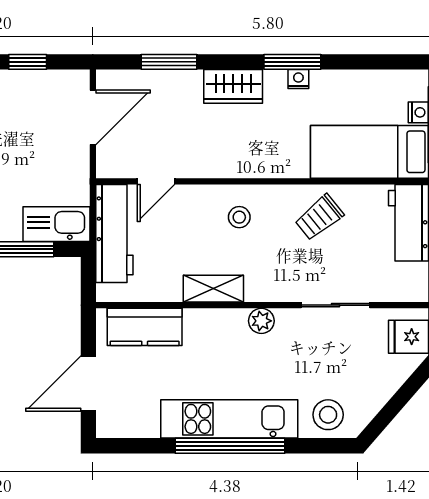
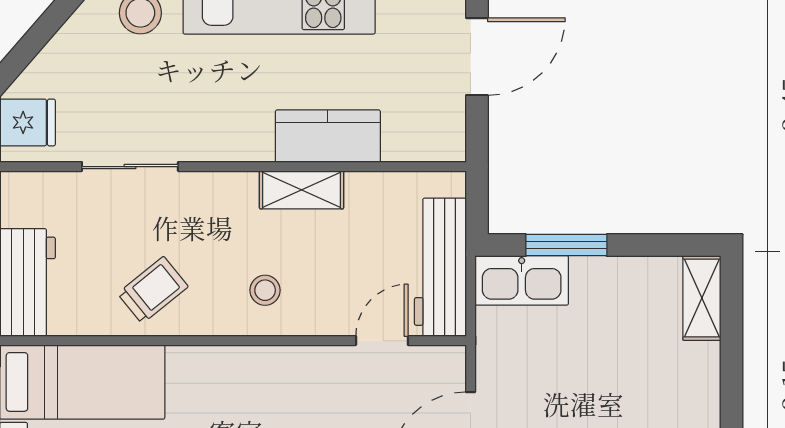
plant: (261, 321) -> (234, 145), removed
kitchen counter: (145, 327) -> (328, 136), moved

